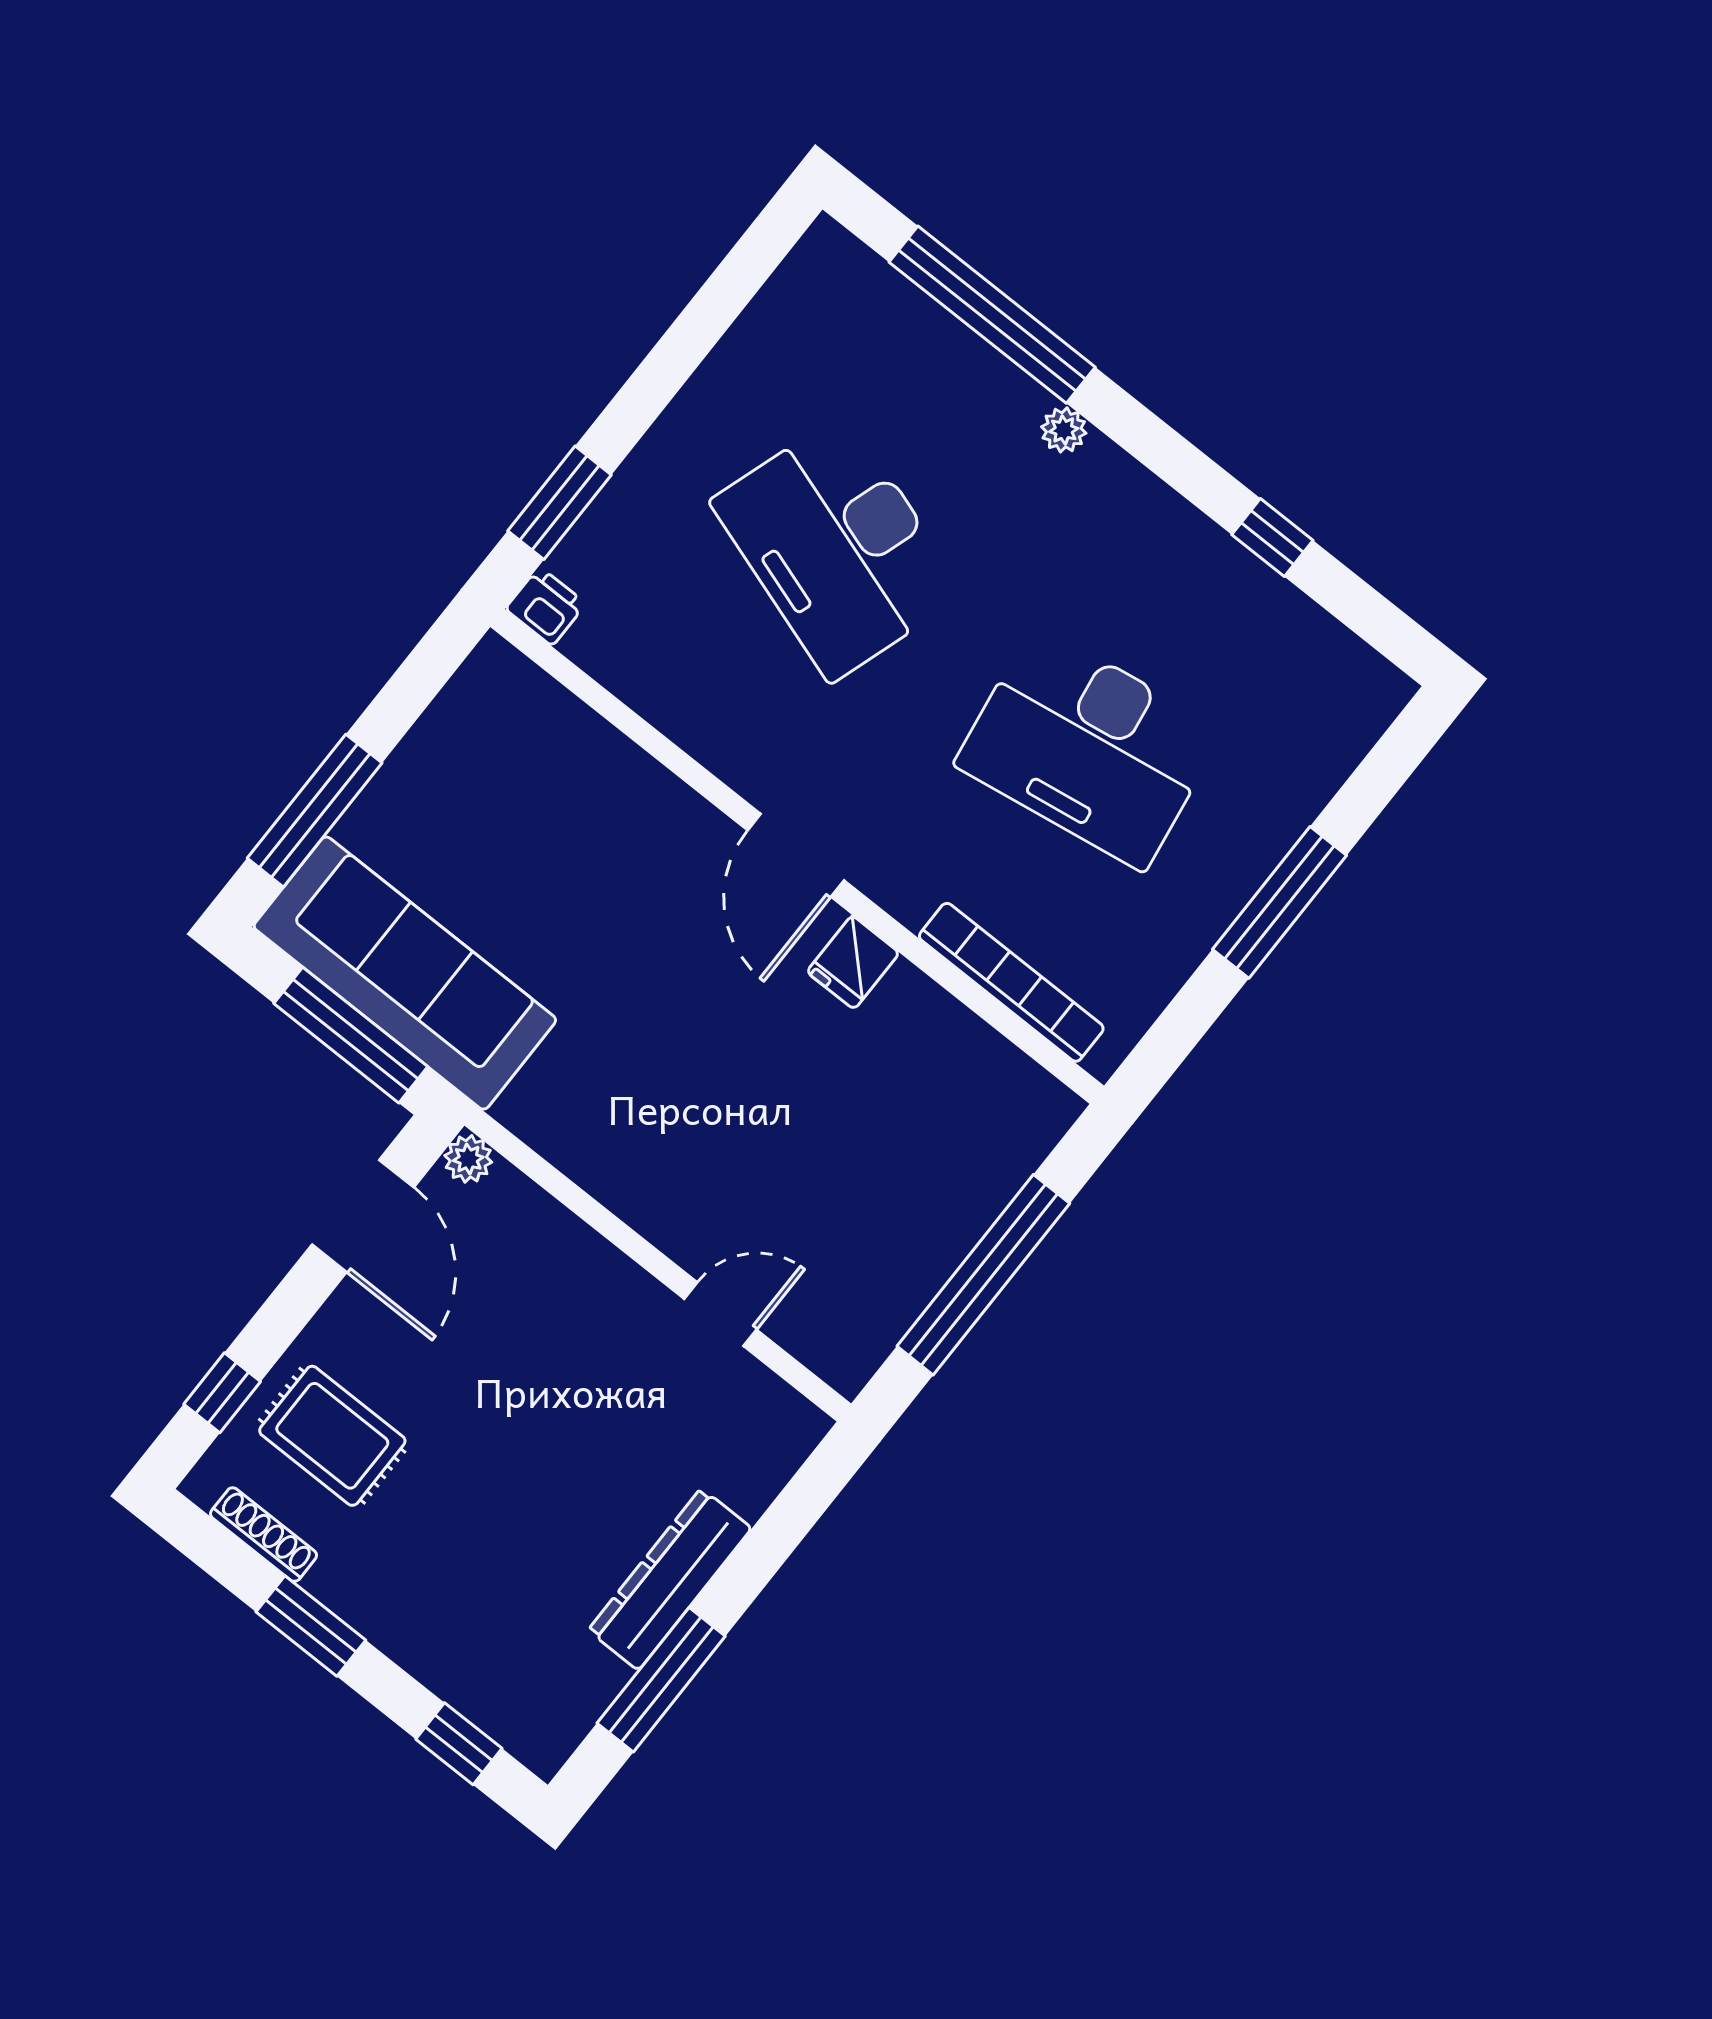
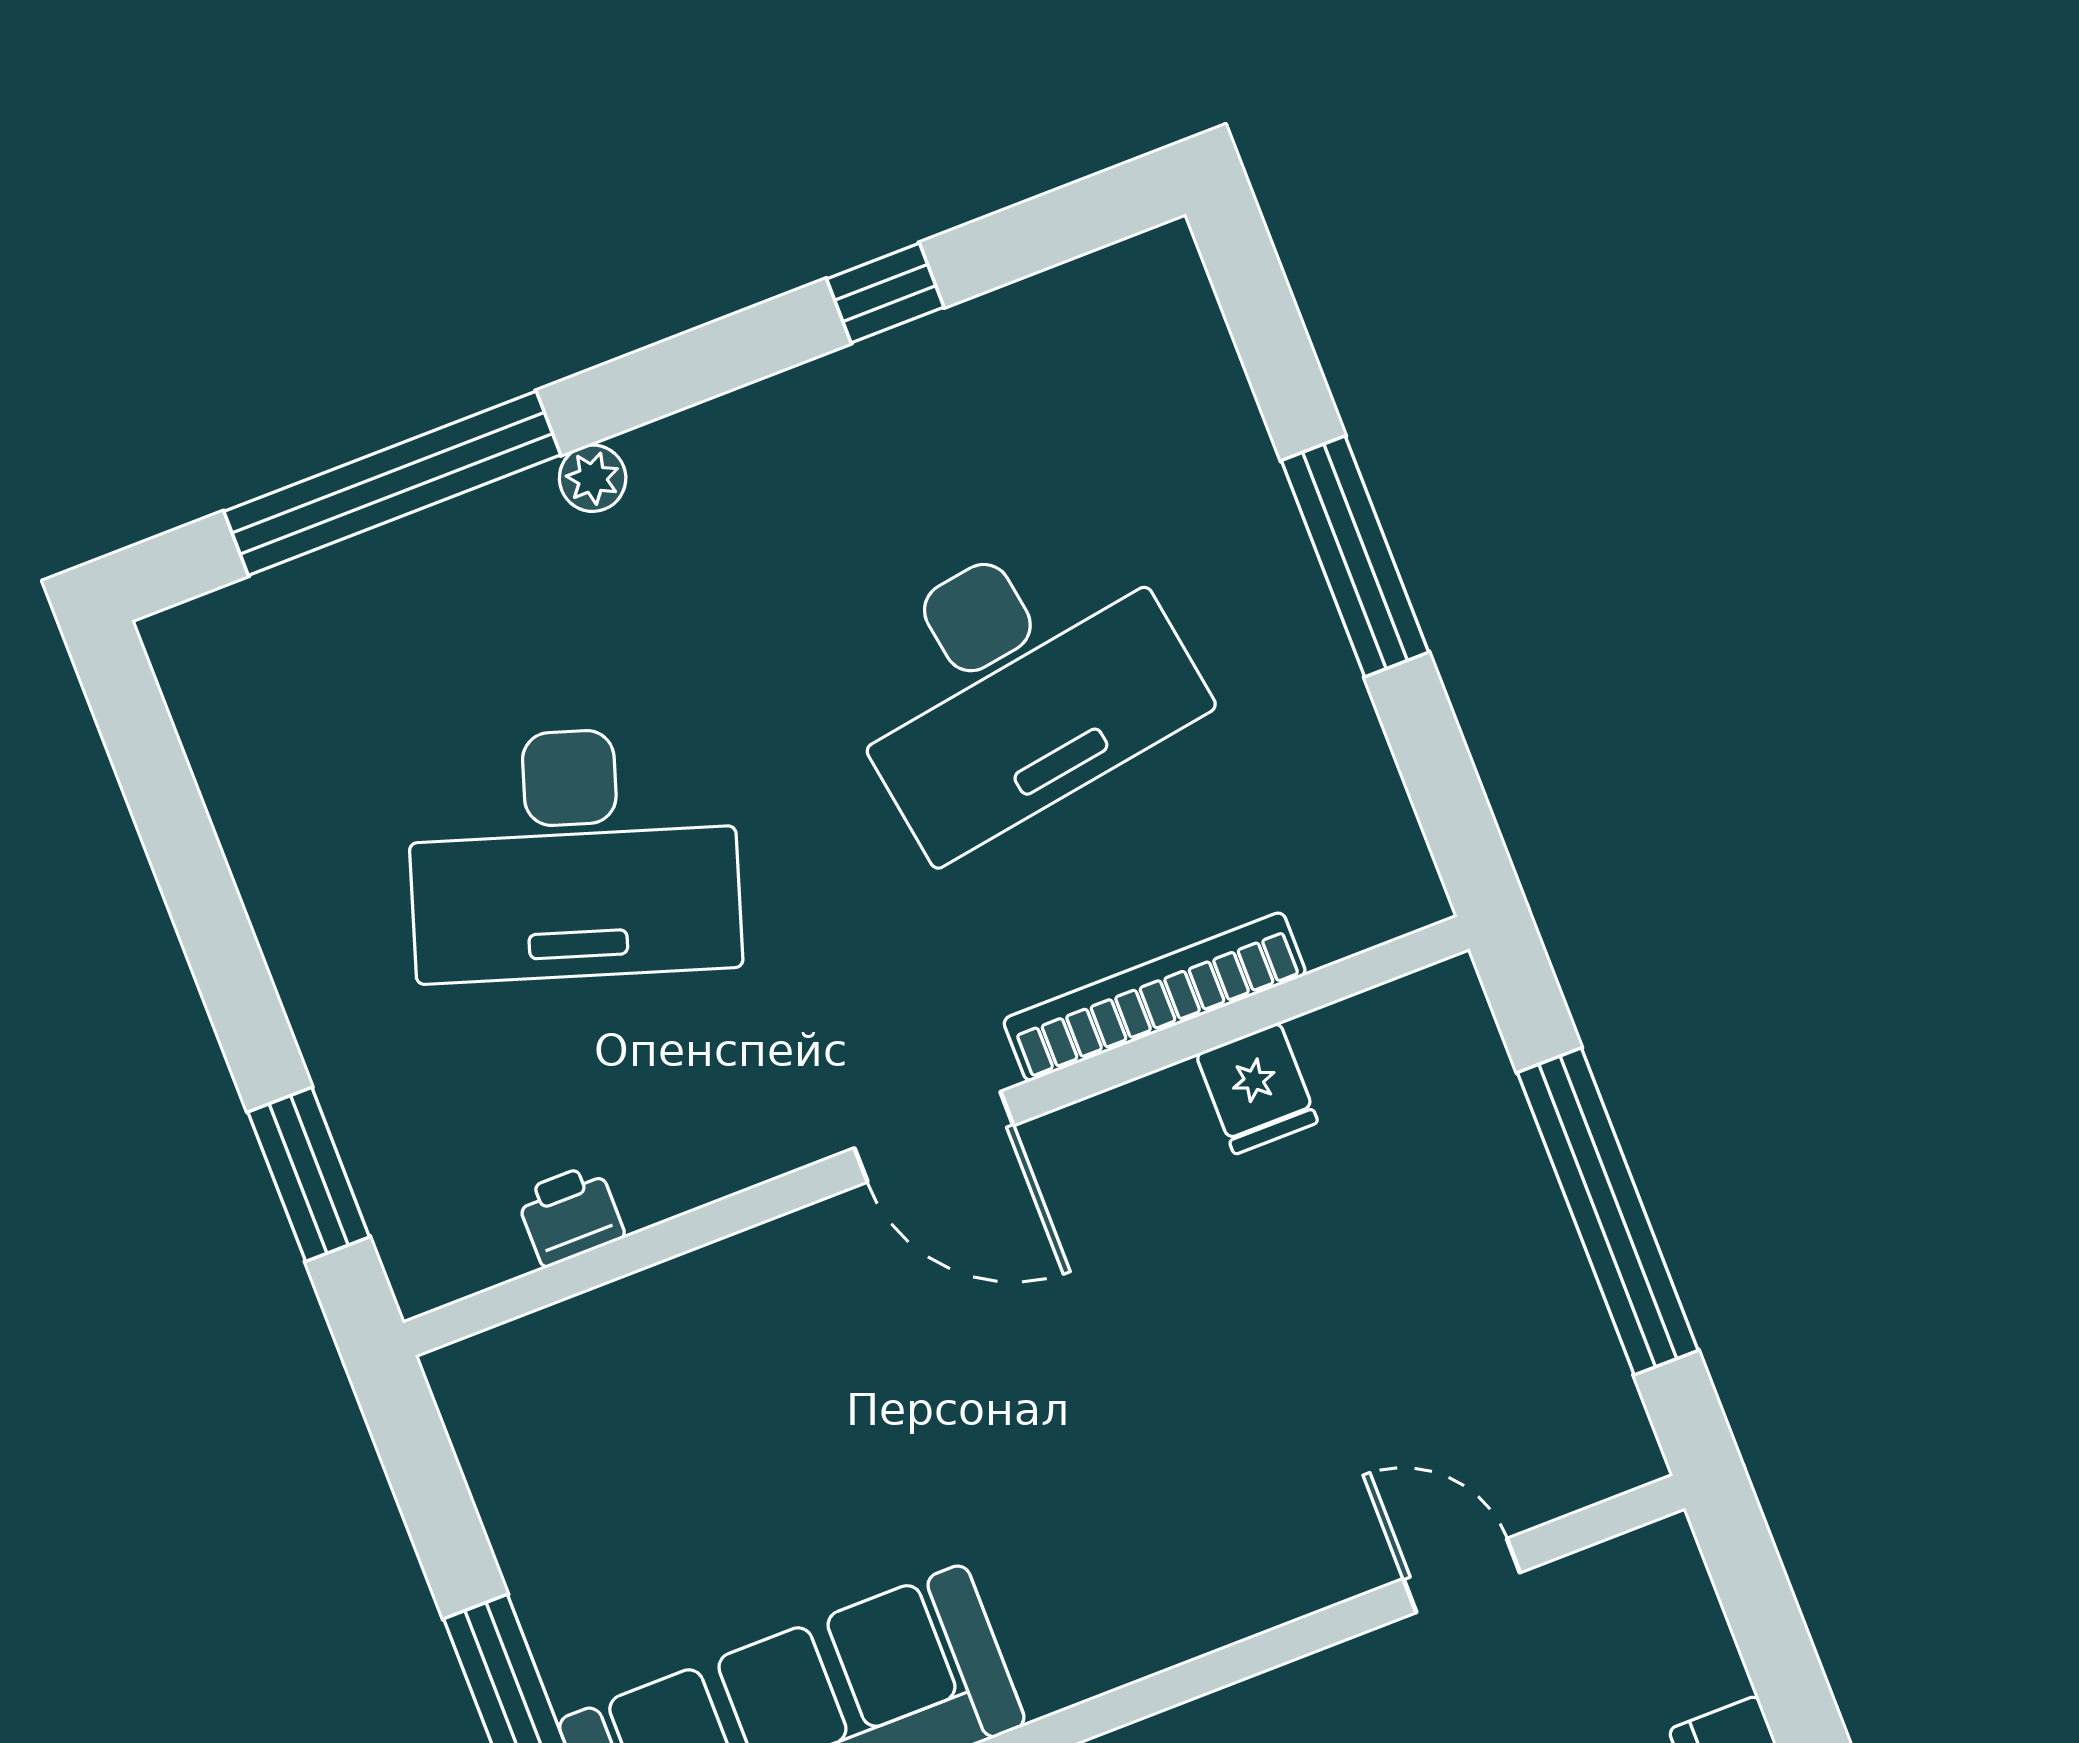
printer: (546, 606) -> (570, 1215), moved
fridge: (853, 962) -> (1257, 1088), moved
bookcase: (1011, 982) -> (1155, 997), moved
door: (720, 1314) -> (1462, 1576), hinge flipped

